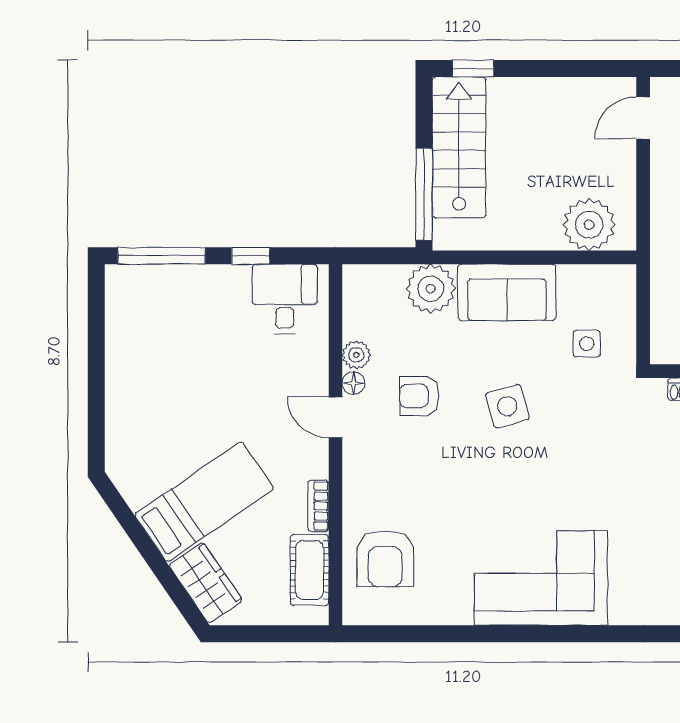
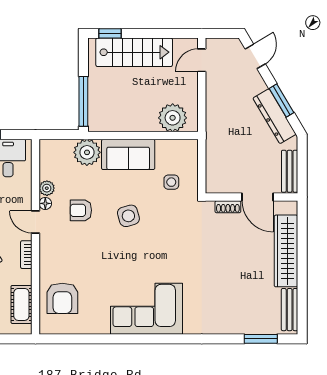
stairs: (459, 147) -> (134, 52), moved, turned 90
bookcase: (318, 506) -> (26, 255), moved

